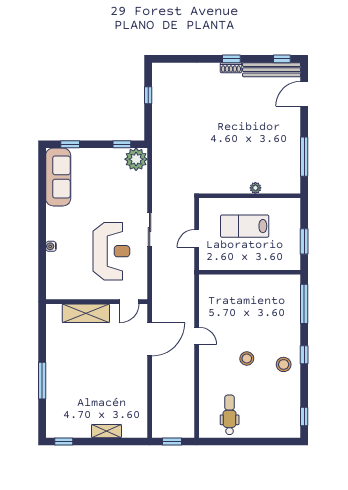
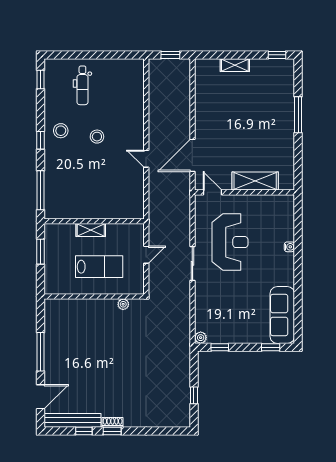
window: (282, 59) -> (84, 431), moved
window: (304, 157) -> (41, 352), moved
plant: (136, 159) -> (201, 338), width x0.53, depth x0.53
plant: (255, 188) -> (123, 304), moved
reception desk: (111, 251) -> (230, 242), turned 180
shelving: (253, 263) -> (91, 230), added
door: (129, 302) -> (212, 192), hinge flipped
dental chair: (230, 415) -> (82, 85), moved

